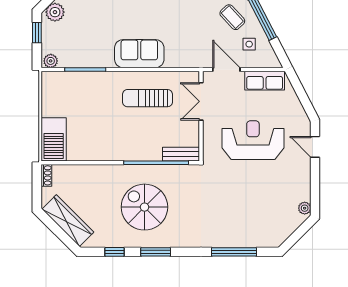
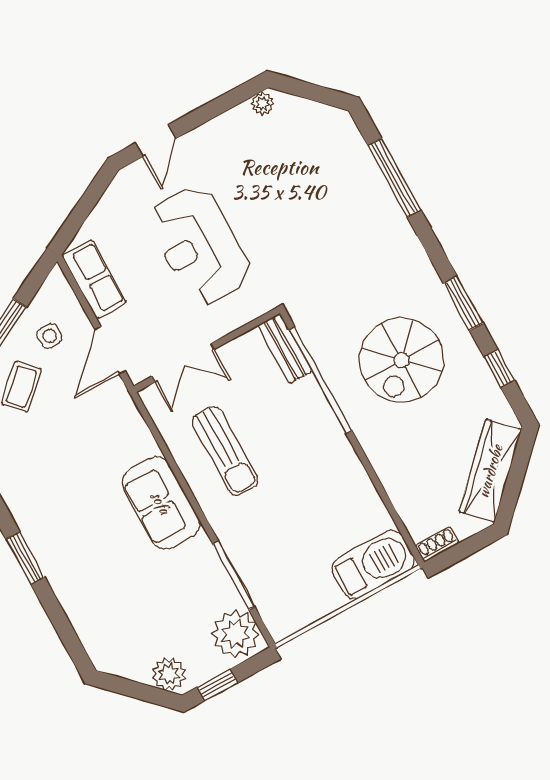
plant: (51, 61) -> (235, 634), width x1.88, depth x1.88

